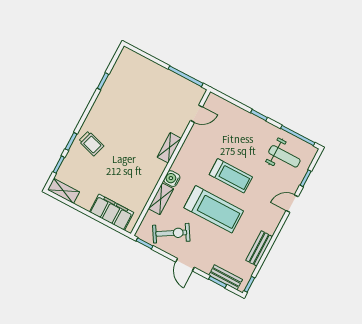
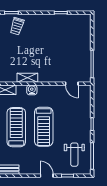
shelving: (169, 148) -> (27, 78), moved
treadmill: (231, 176) -> (44, 127), width x1.37, depth x1.38
water cooler: (172, 179) -> (32, 90), moved
treadmill: (214, 209) -> (16, 127), turned 180

